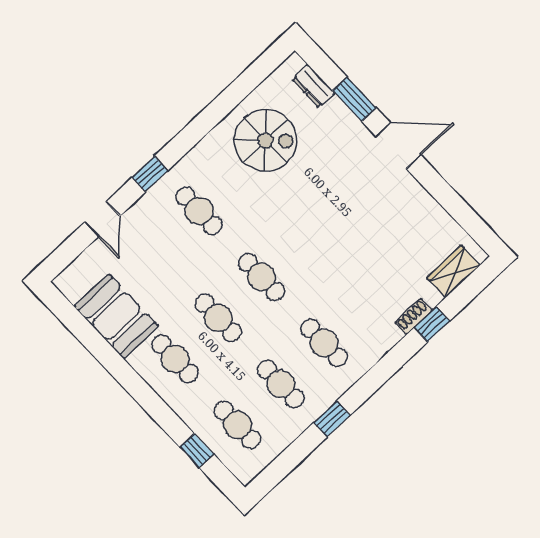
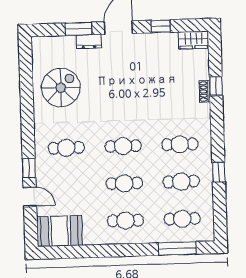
dresser: (313, 86) -> (89, 42), moved
window: (150, 174) -> (29, 168), moved
window: (445, 195) -> (161, 26), added
wardrobe: (454, 271) -> (193, 40), moved, turned -90
booth: (116, 316) -> (60, 231), moved
window: (197, 451) -> (177, 249), width x2.17

